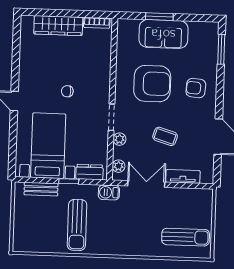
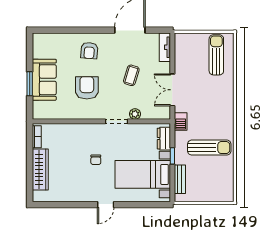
window: (221, 49) -> (56, 30), removed
armchair: (152, 84) -> (87, 88), width x0.73, depth x0.73
plant: (118, 166) -> (158, 114), removed
tv unit: (183, 176) -> (165, 47), moved

